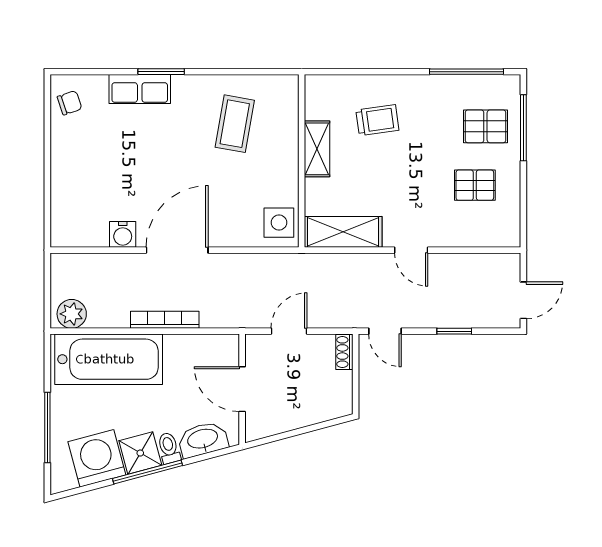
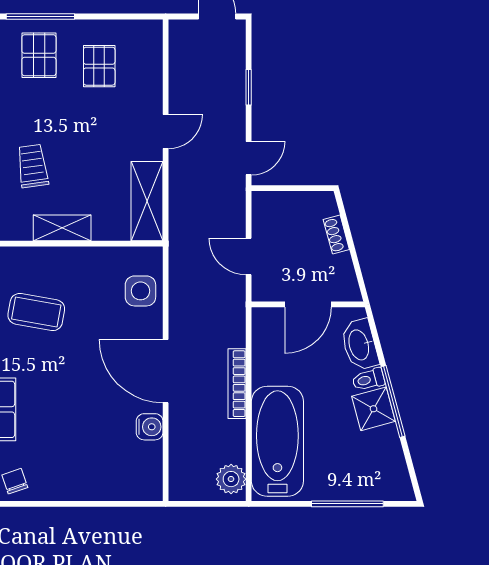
side table: (279, 223) -> (140, 291), moved
shoe rack: (344, 352) -> (336, 235), moved, turned 75
washing machine: (97, 458) -> (379, 453), removed

